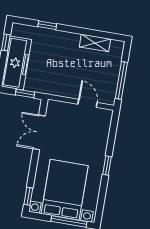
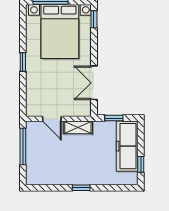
window: (47, 25) -> (81, 188), moved
shelving: (95, 43) -> (78, 127), moved
double door: (39, 132) -> (94, 83), swing flipped

